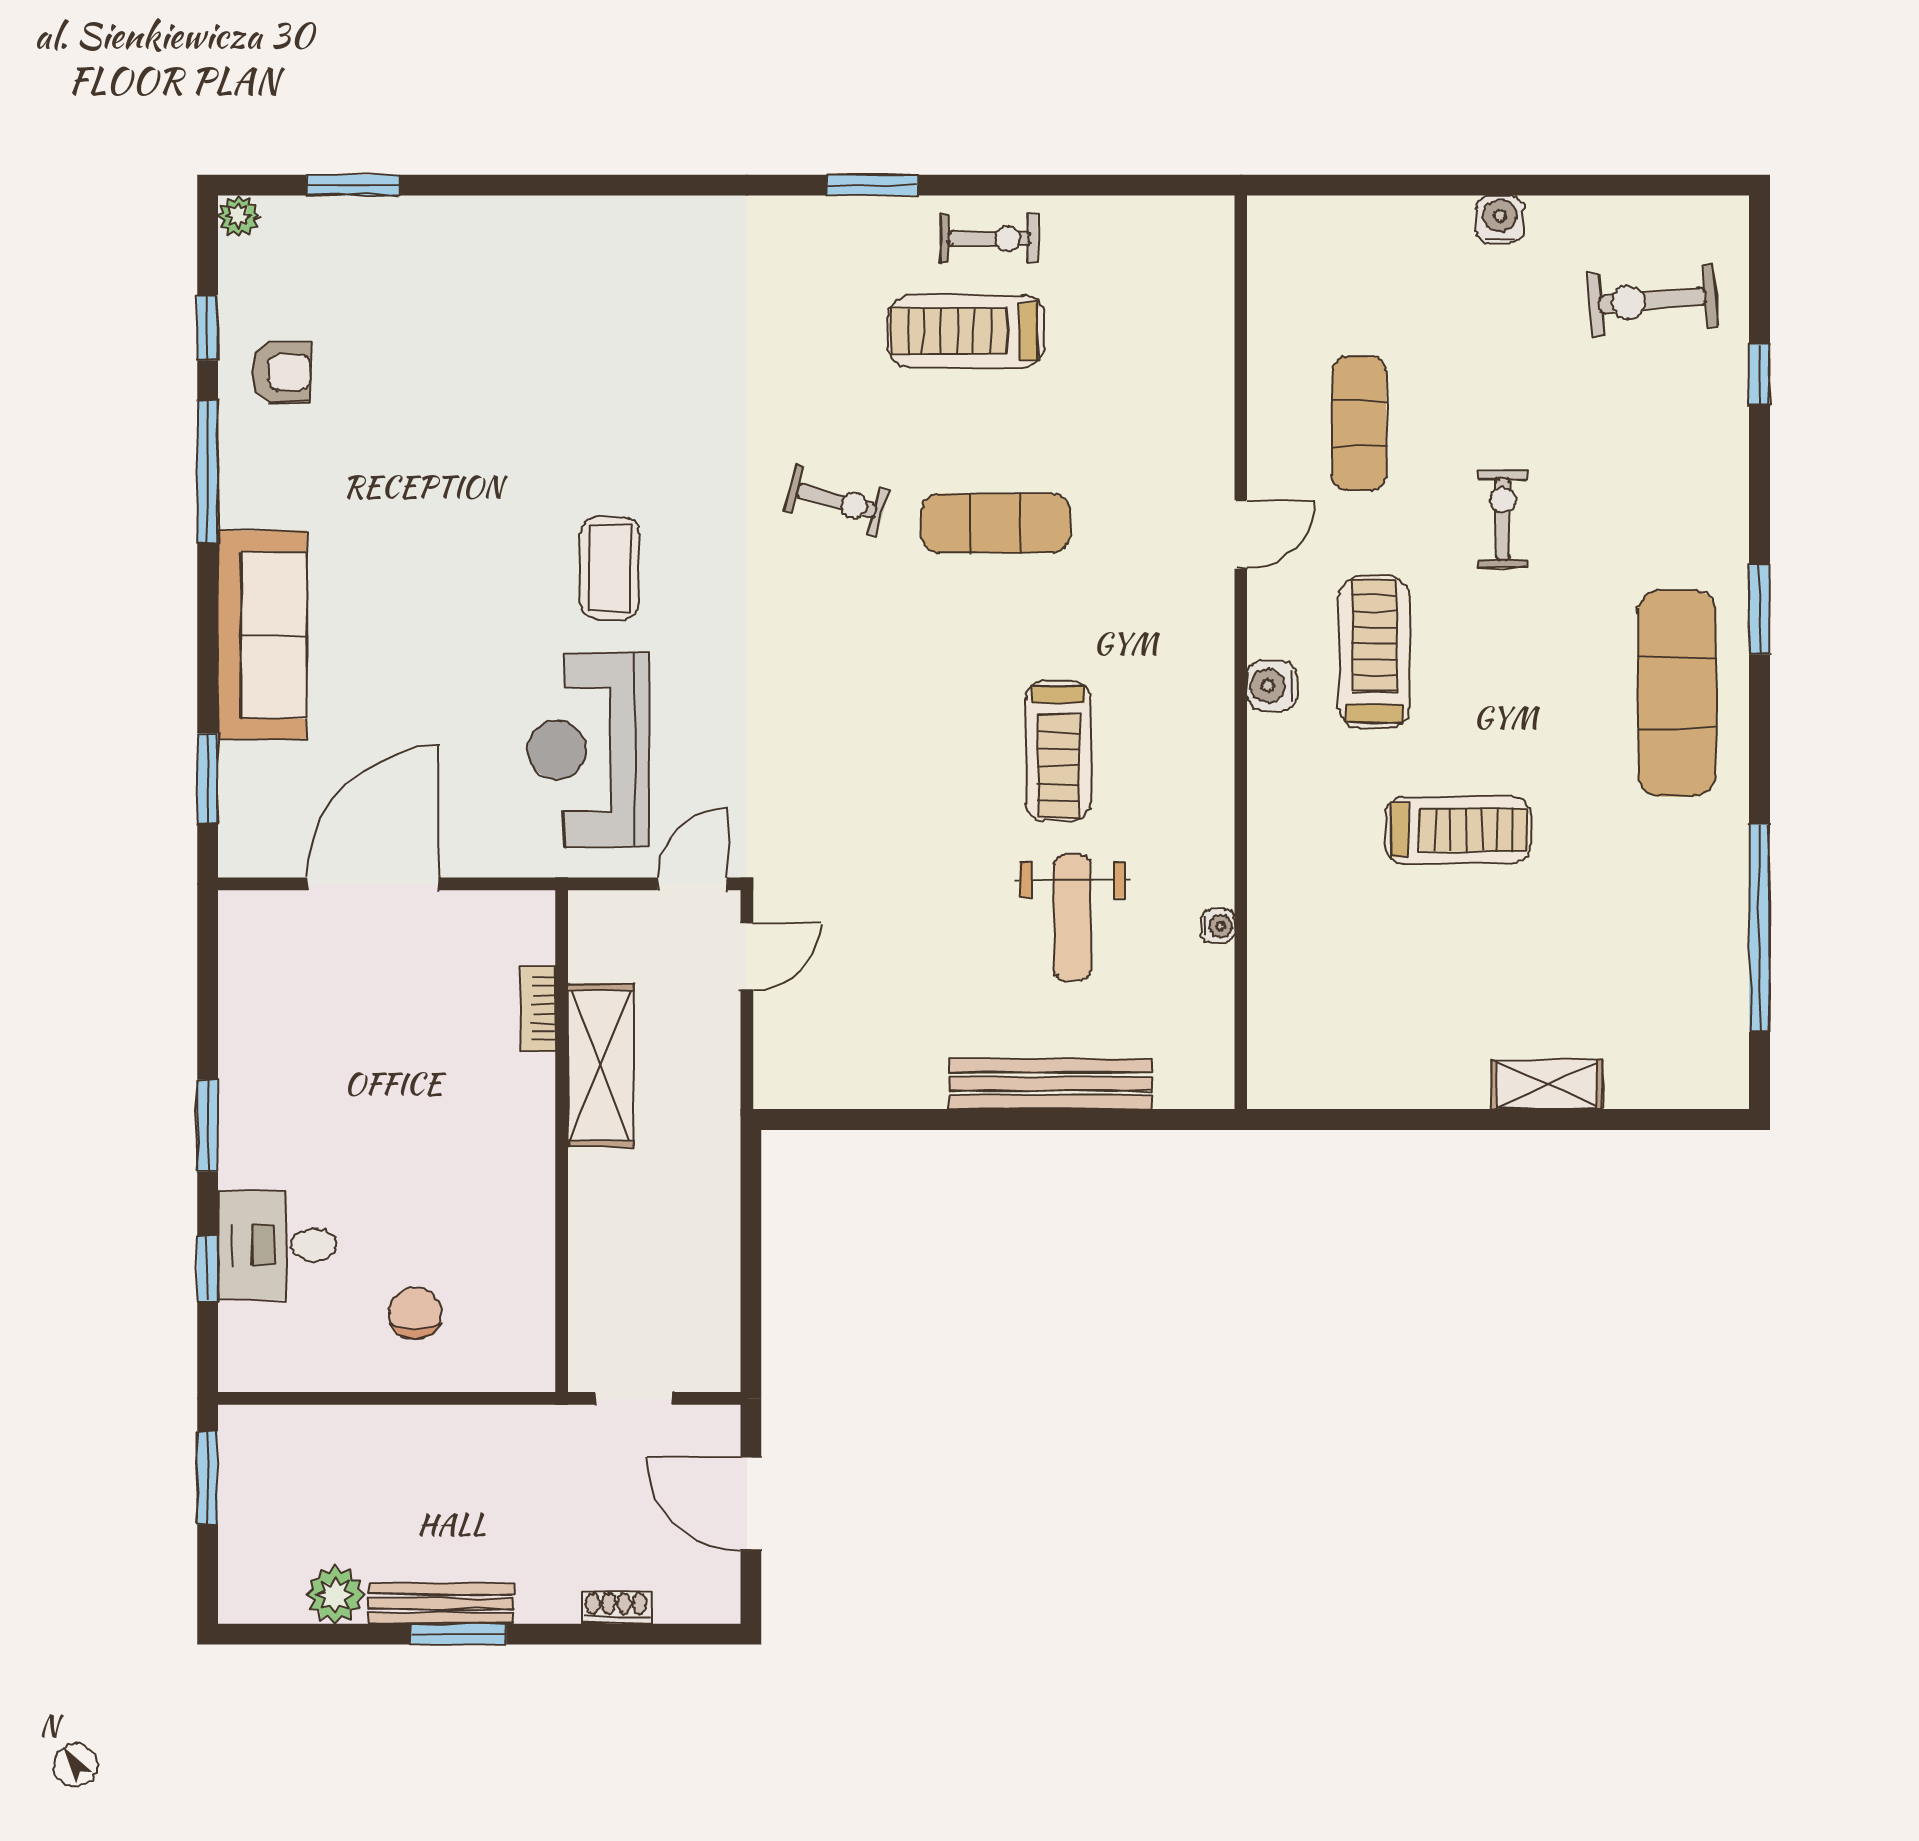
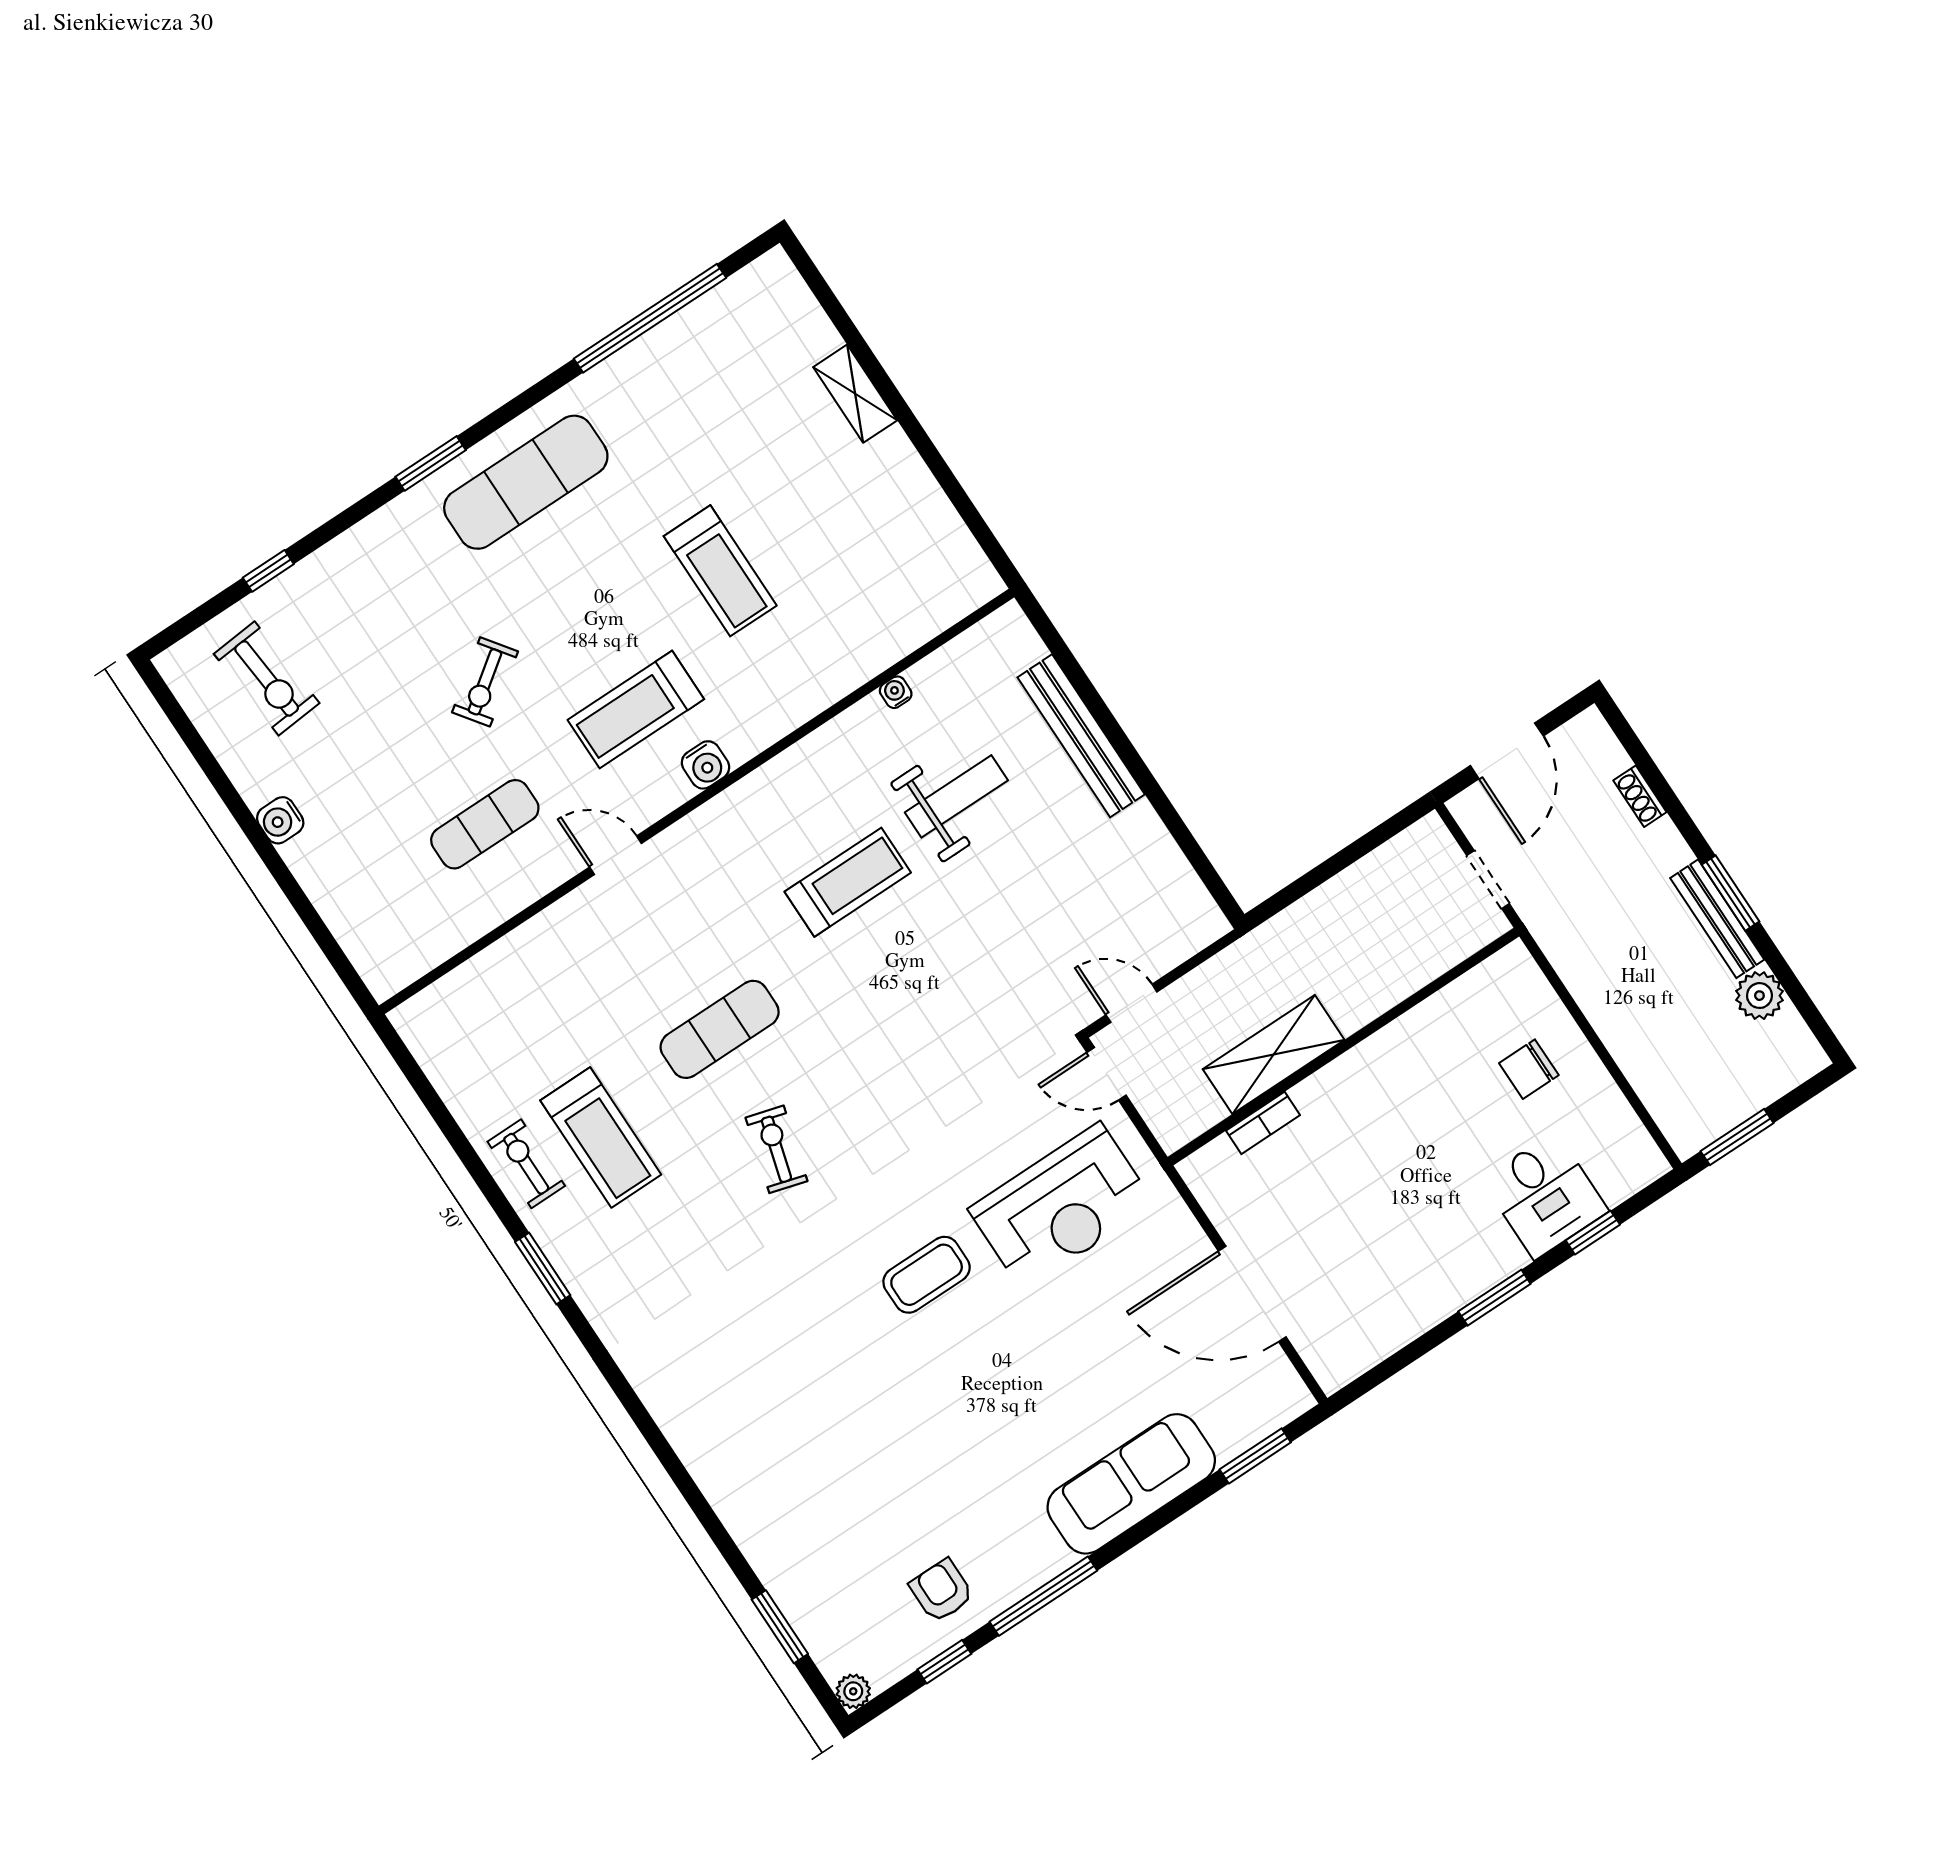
exercise bike: (1503, 519) -> (485, 682), turned -36
exercise mat: (996, 523) -> (720, 1029), turned 90
treadmill: (1458, 830) -> (720, 571), turned 180

